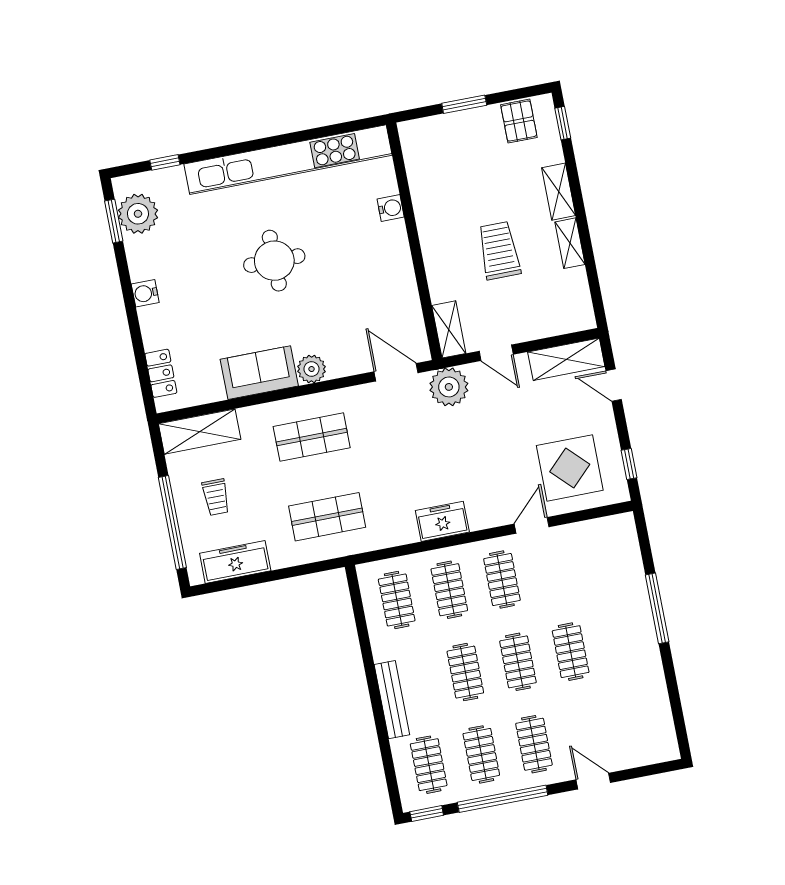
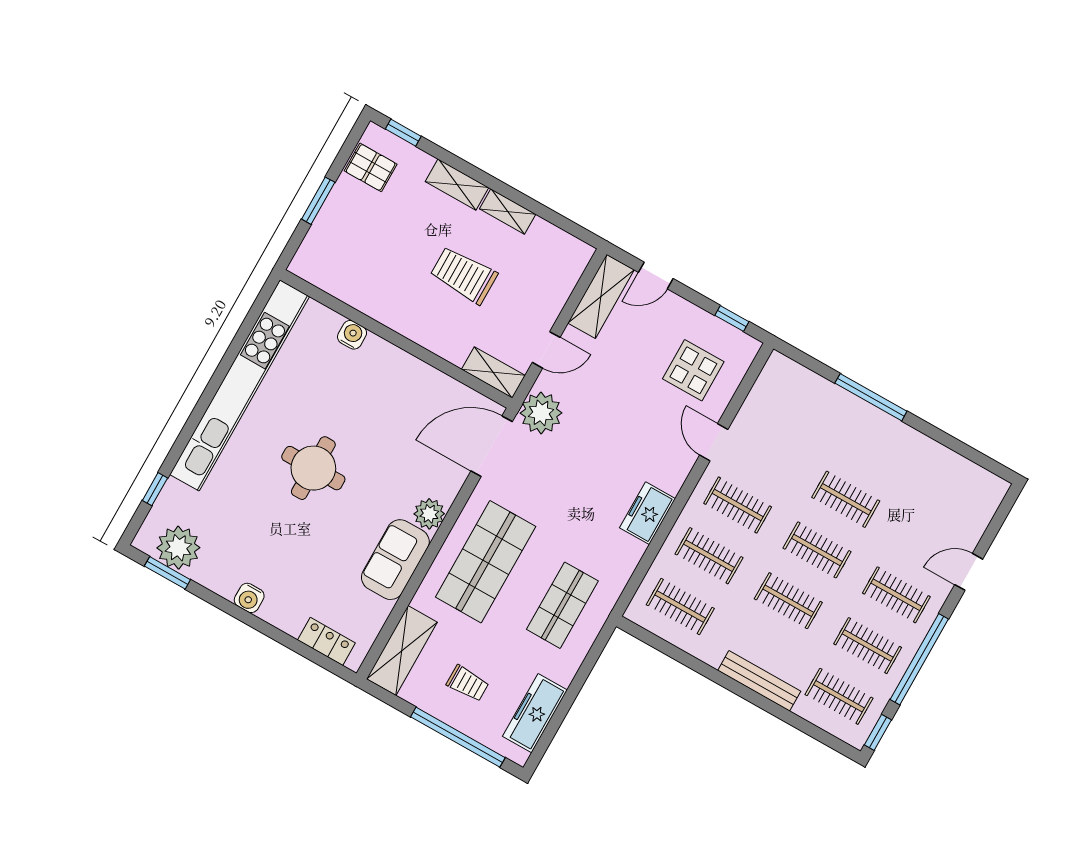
door: (396, 372) -> (492, 446), width x1.36
shop shelf: (312, 437) -> (486, 562), width x1.43, depth x1.36
display table: (570, 468) -> (693, 370), width x0.73, depth x0.73

